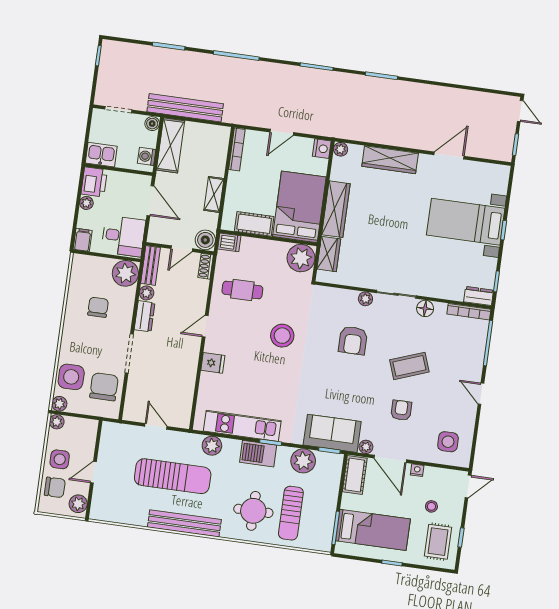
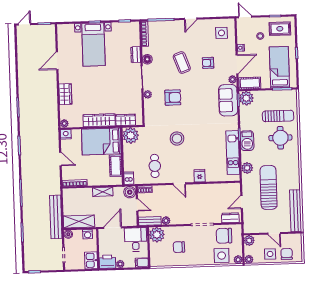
door: (449, 155) -> (57, 61), hinge flipped
wardrobe: (390, 160) -> (65, 94), width x0.67
dresser: (479, 296) -> (136, 55), moved
dresser: (145, 316) -> (230, 218), moved
plant: (303, 461) -> (246, 98), moved
plant: (78, 504) -> (249, 240), moved
bench: (184, 523) -> (296, 211), moved

